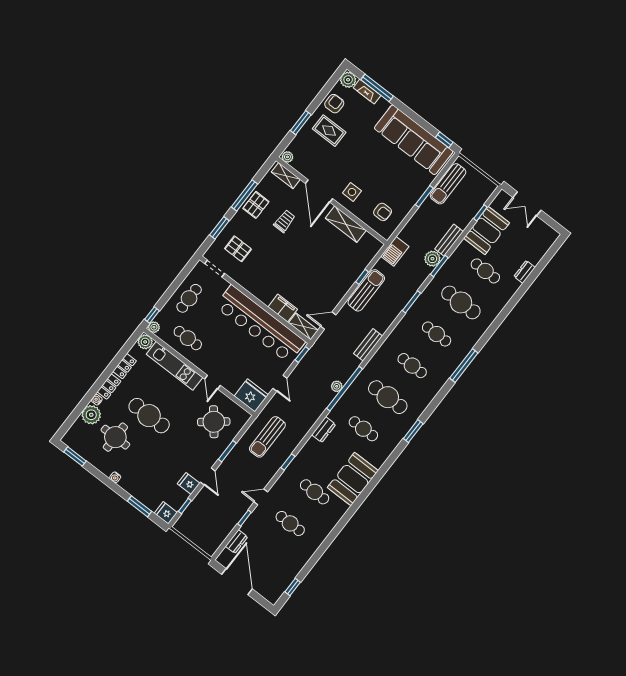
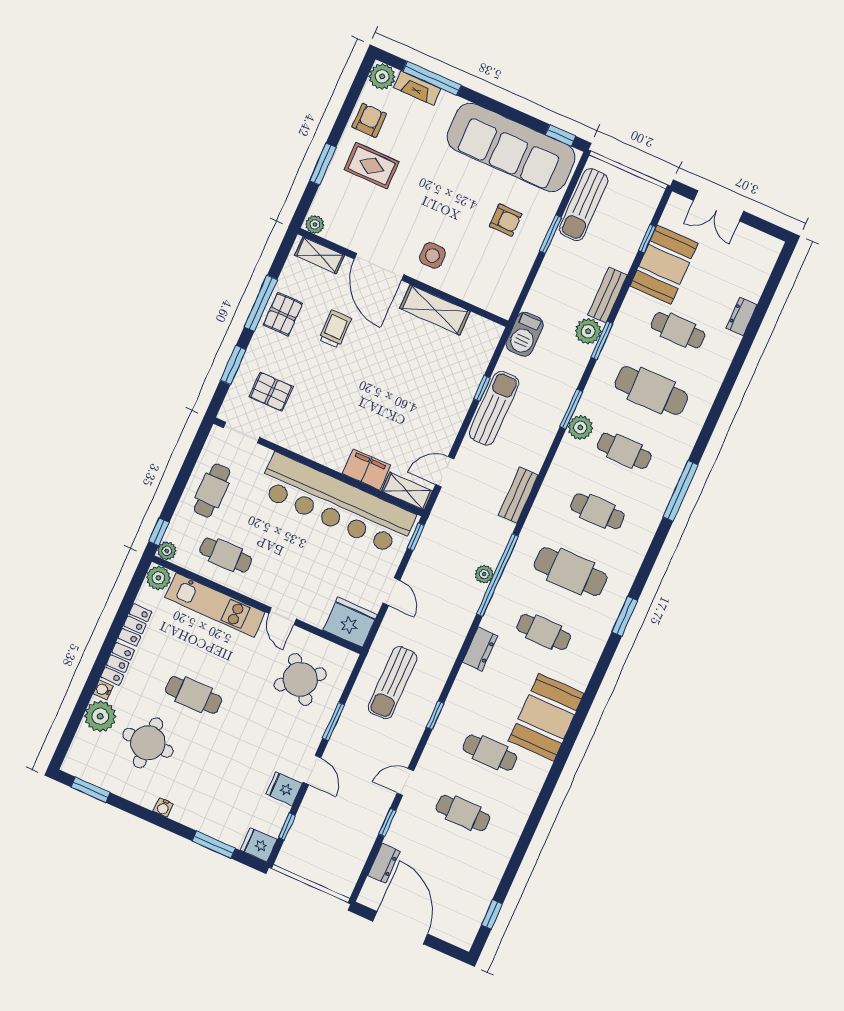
armchair: (383, 212) -> (506, 220), moved
plant: (414, 314) -> (580, 427), added
cafe table: (149, 416) -> (194, 695), width x0.73, depth x0.74

